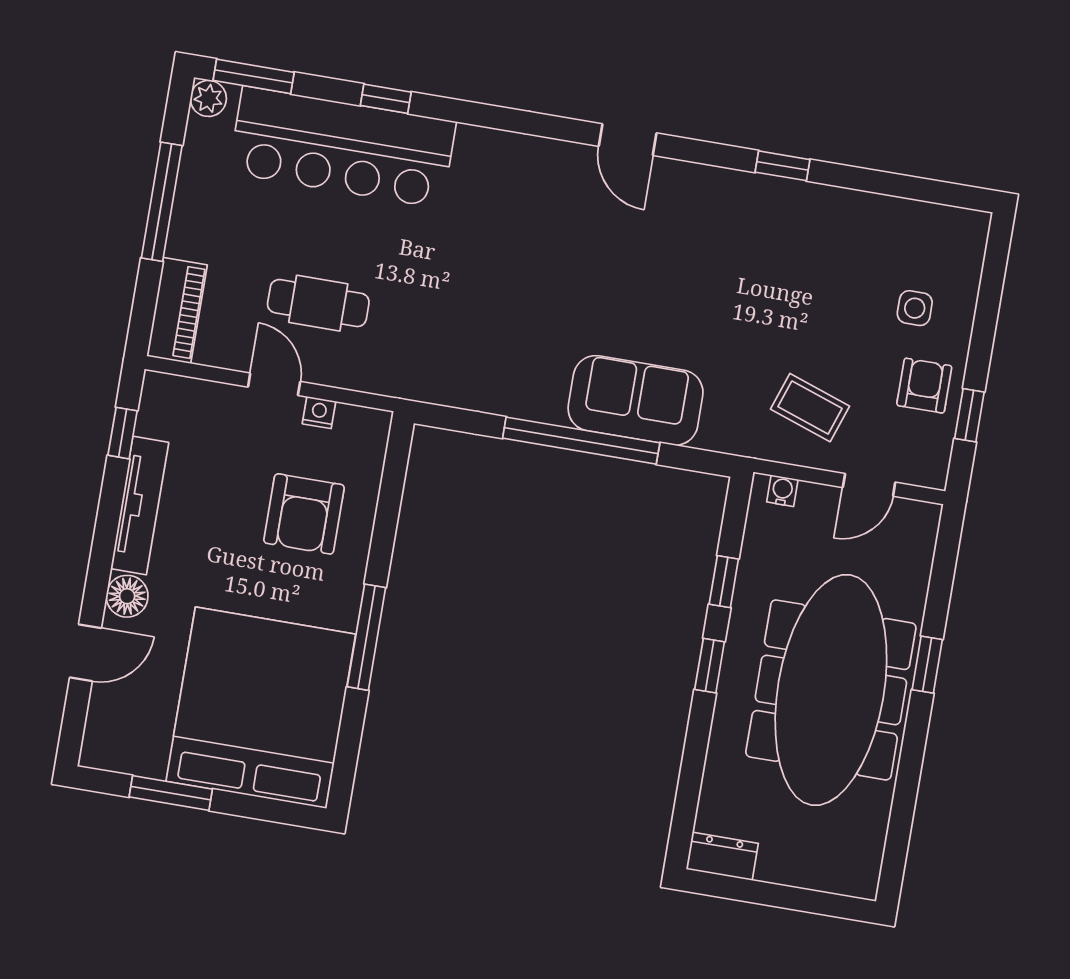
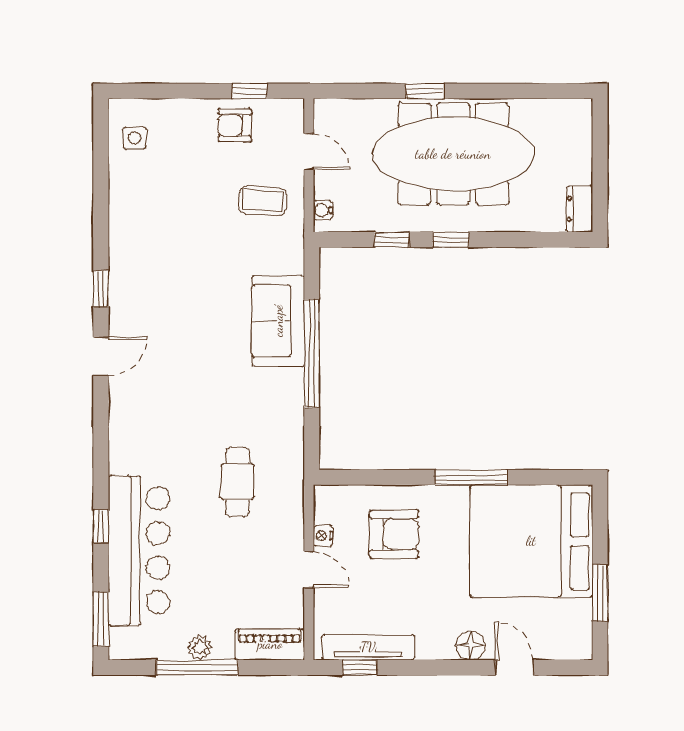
plant: (208, 98) -> (200, 648), moved
window: (783, 166) -> (101, 289), moved
cafe table: (318, 303) -> (238, 482), moved
side table: (915, 308) -> (135, 138), moved
door: (274, 384) -> (309, 570), swing flipped
coffee table: (810, 408) -> (263, 201), turned 75
tv unit: (140, 505) -> (368, 647), moved

